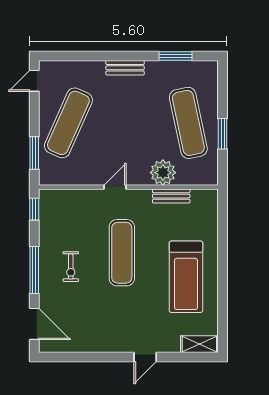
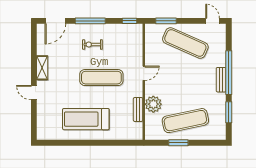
window: (114, 56) -> (229, 73), added
door: (115, 187) -> (144, 73), hinge flipped
shelving: (199, 344) -> (42, 68), moved

